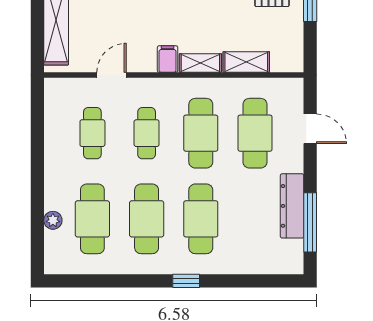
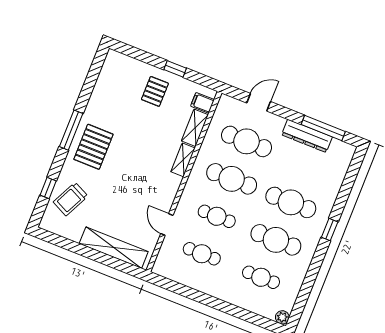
filing cabinet: (168, 59) -> (203, 103), moved
cafe table: (92, 219) -> (261, 277), width x0.73, depth x0.74
plant: (53, 220) -> (282, 317), moved

